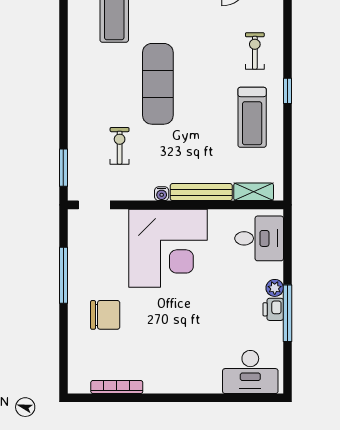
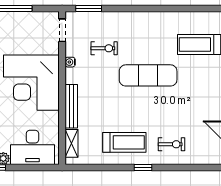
treadmill: (252, 117) -> (124, 142), turned 180
water cooler: (162, 194) -> (70, 62), moved
desk: (259, 238) -> (32, 147), width x1.37

